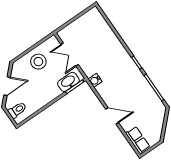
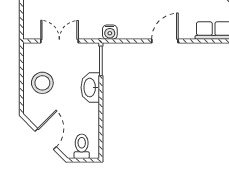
double door: (70, 55) -> (59, 41), swing flipped
washbasin: (68, 82) -> (90, 88), moved

